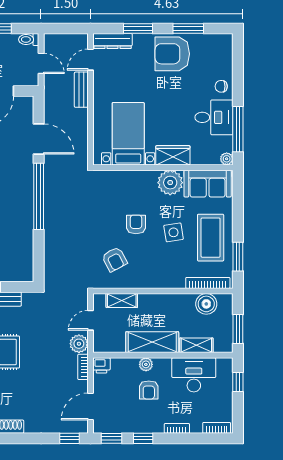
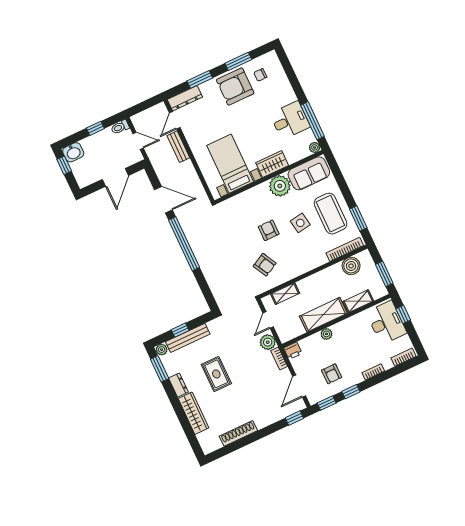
chair: (221, 86) -> (260, 75), moved
desk: (194, 375) -> (386, 323), moved, turned 90
armchair: (149, 390) -> (332, 374), moved

